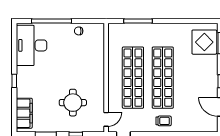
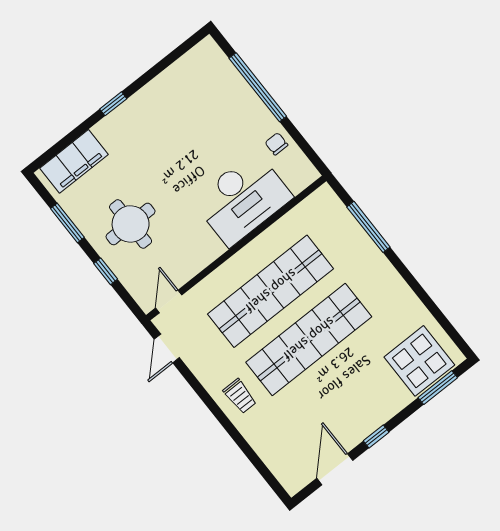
desk: (32, 45) -> (242, 199), moved, turned 180
round table: (73, 103) -> (131, 224), moved
door: (106, 119) -> (169, 301), swing flipped

